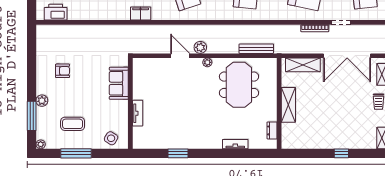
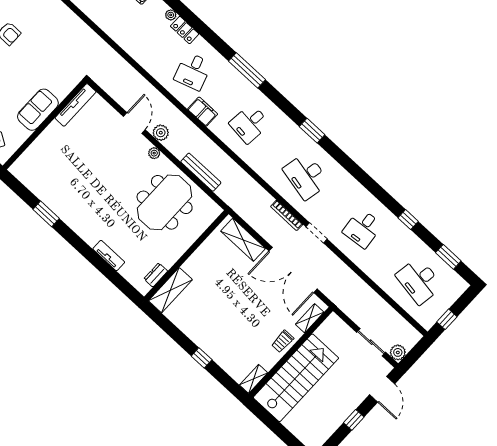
filing cabinet: (141, 14) -> (203, 112), moved
bench: (256, 49) -> (201, 172), moved
sofa: (119, 83) -> (38, 110), moved
shelving: (288, 105) -> (170, 290), moved
tv unit: (138, 113) -> (76, 105), moved, width x1.41

